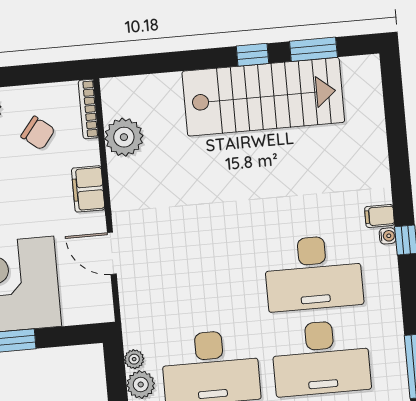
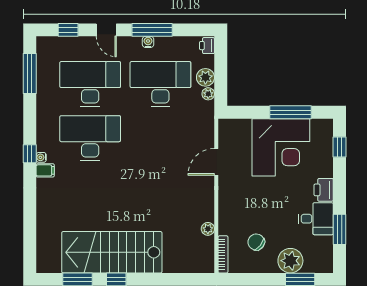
plant: (124, 137) -> (208, 229), width x0.53, depth x0.53
filing cabinet: (88, 189) -> (228, 204), removed
door: (112, 253) -> (216, 162), swing flipped

